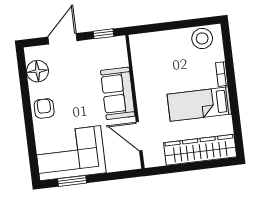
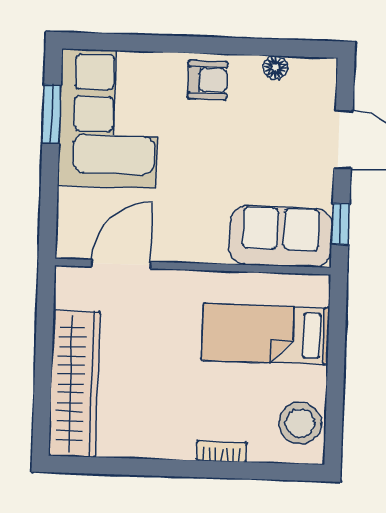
floor lamp: (37, 71) -> (275, 67), width x0.53, depth x0.53
sofa: (118, 93) -> (281, 237), moved
bed: (199, 104) -> (266, 334), moved, turned -90

